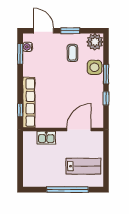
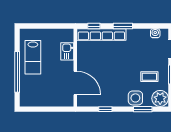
window: (20, 54) -> (123, 26), moved
window: (106, 74) -> (143, 109), moved
lab bench: (83, 166) -> (33, 57), moved

